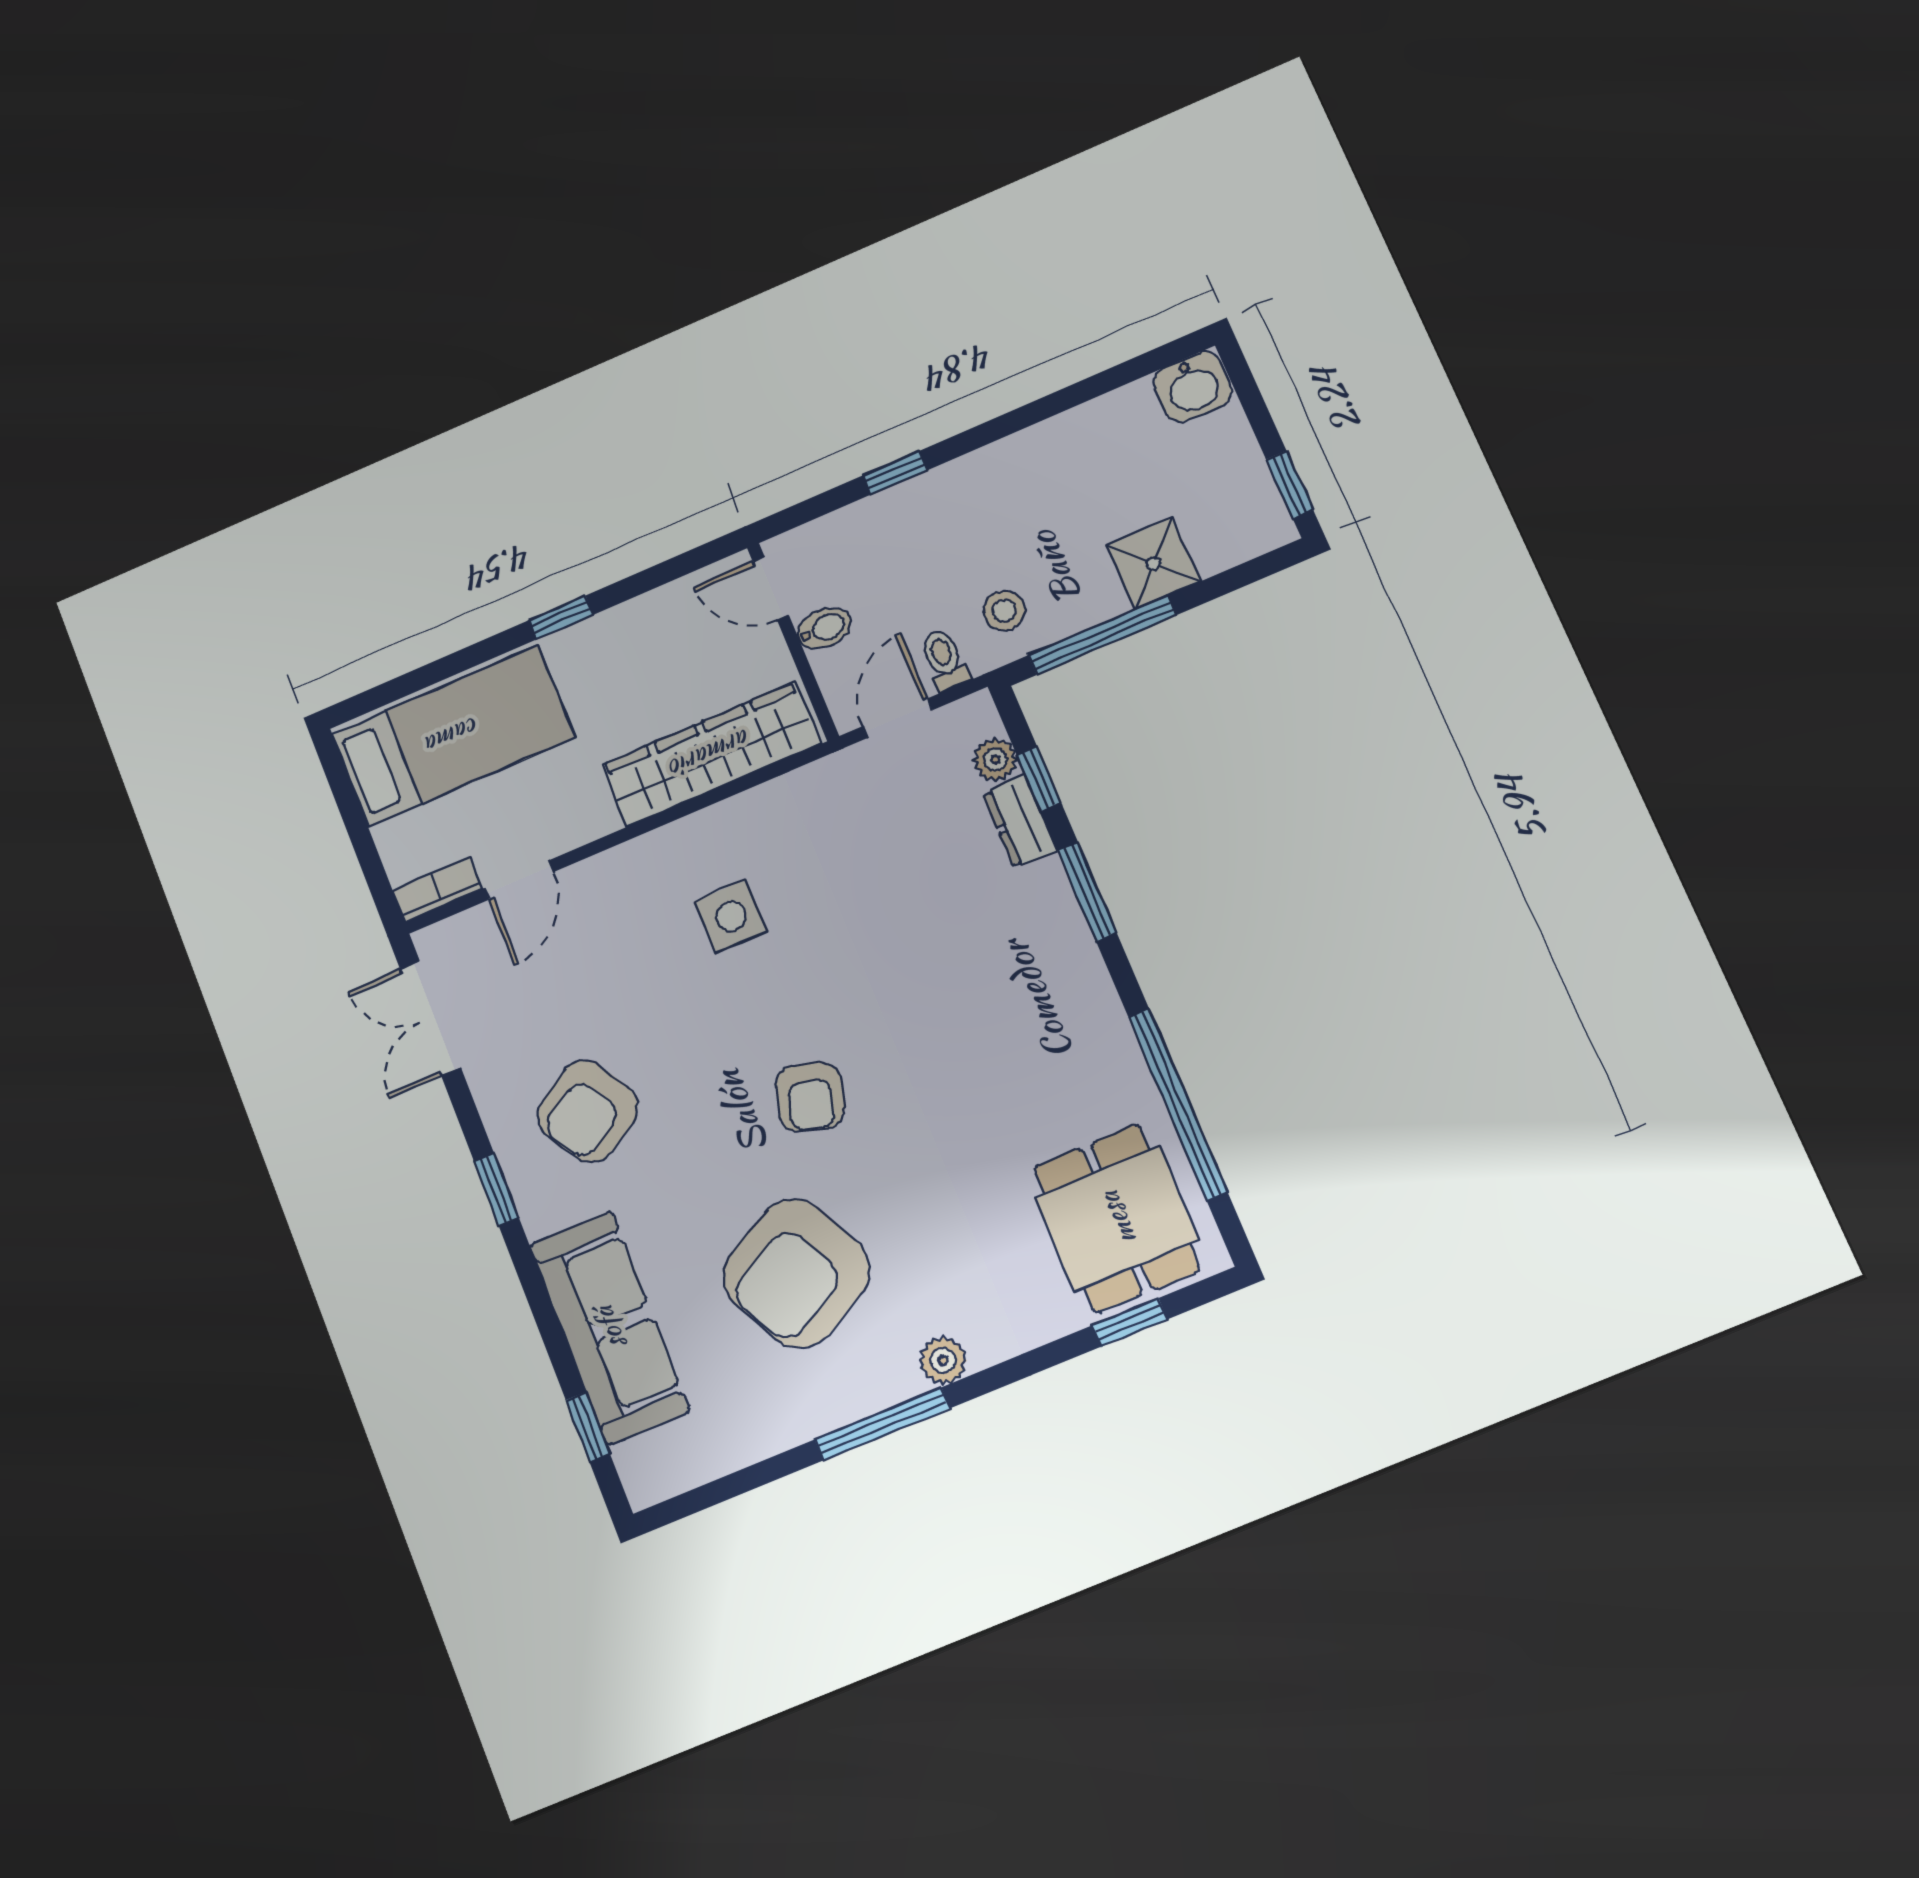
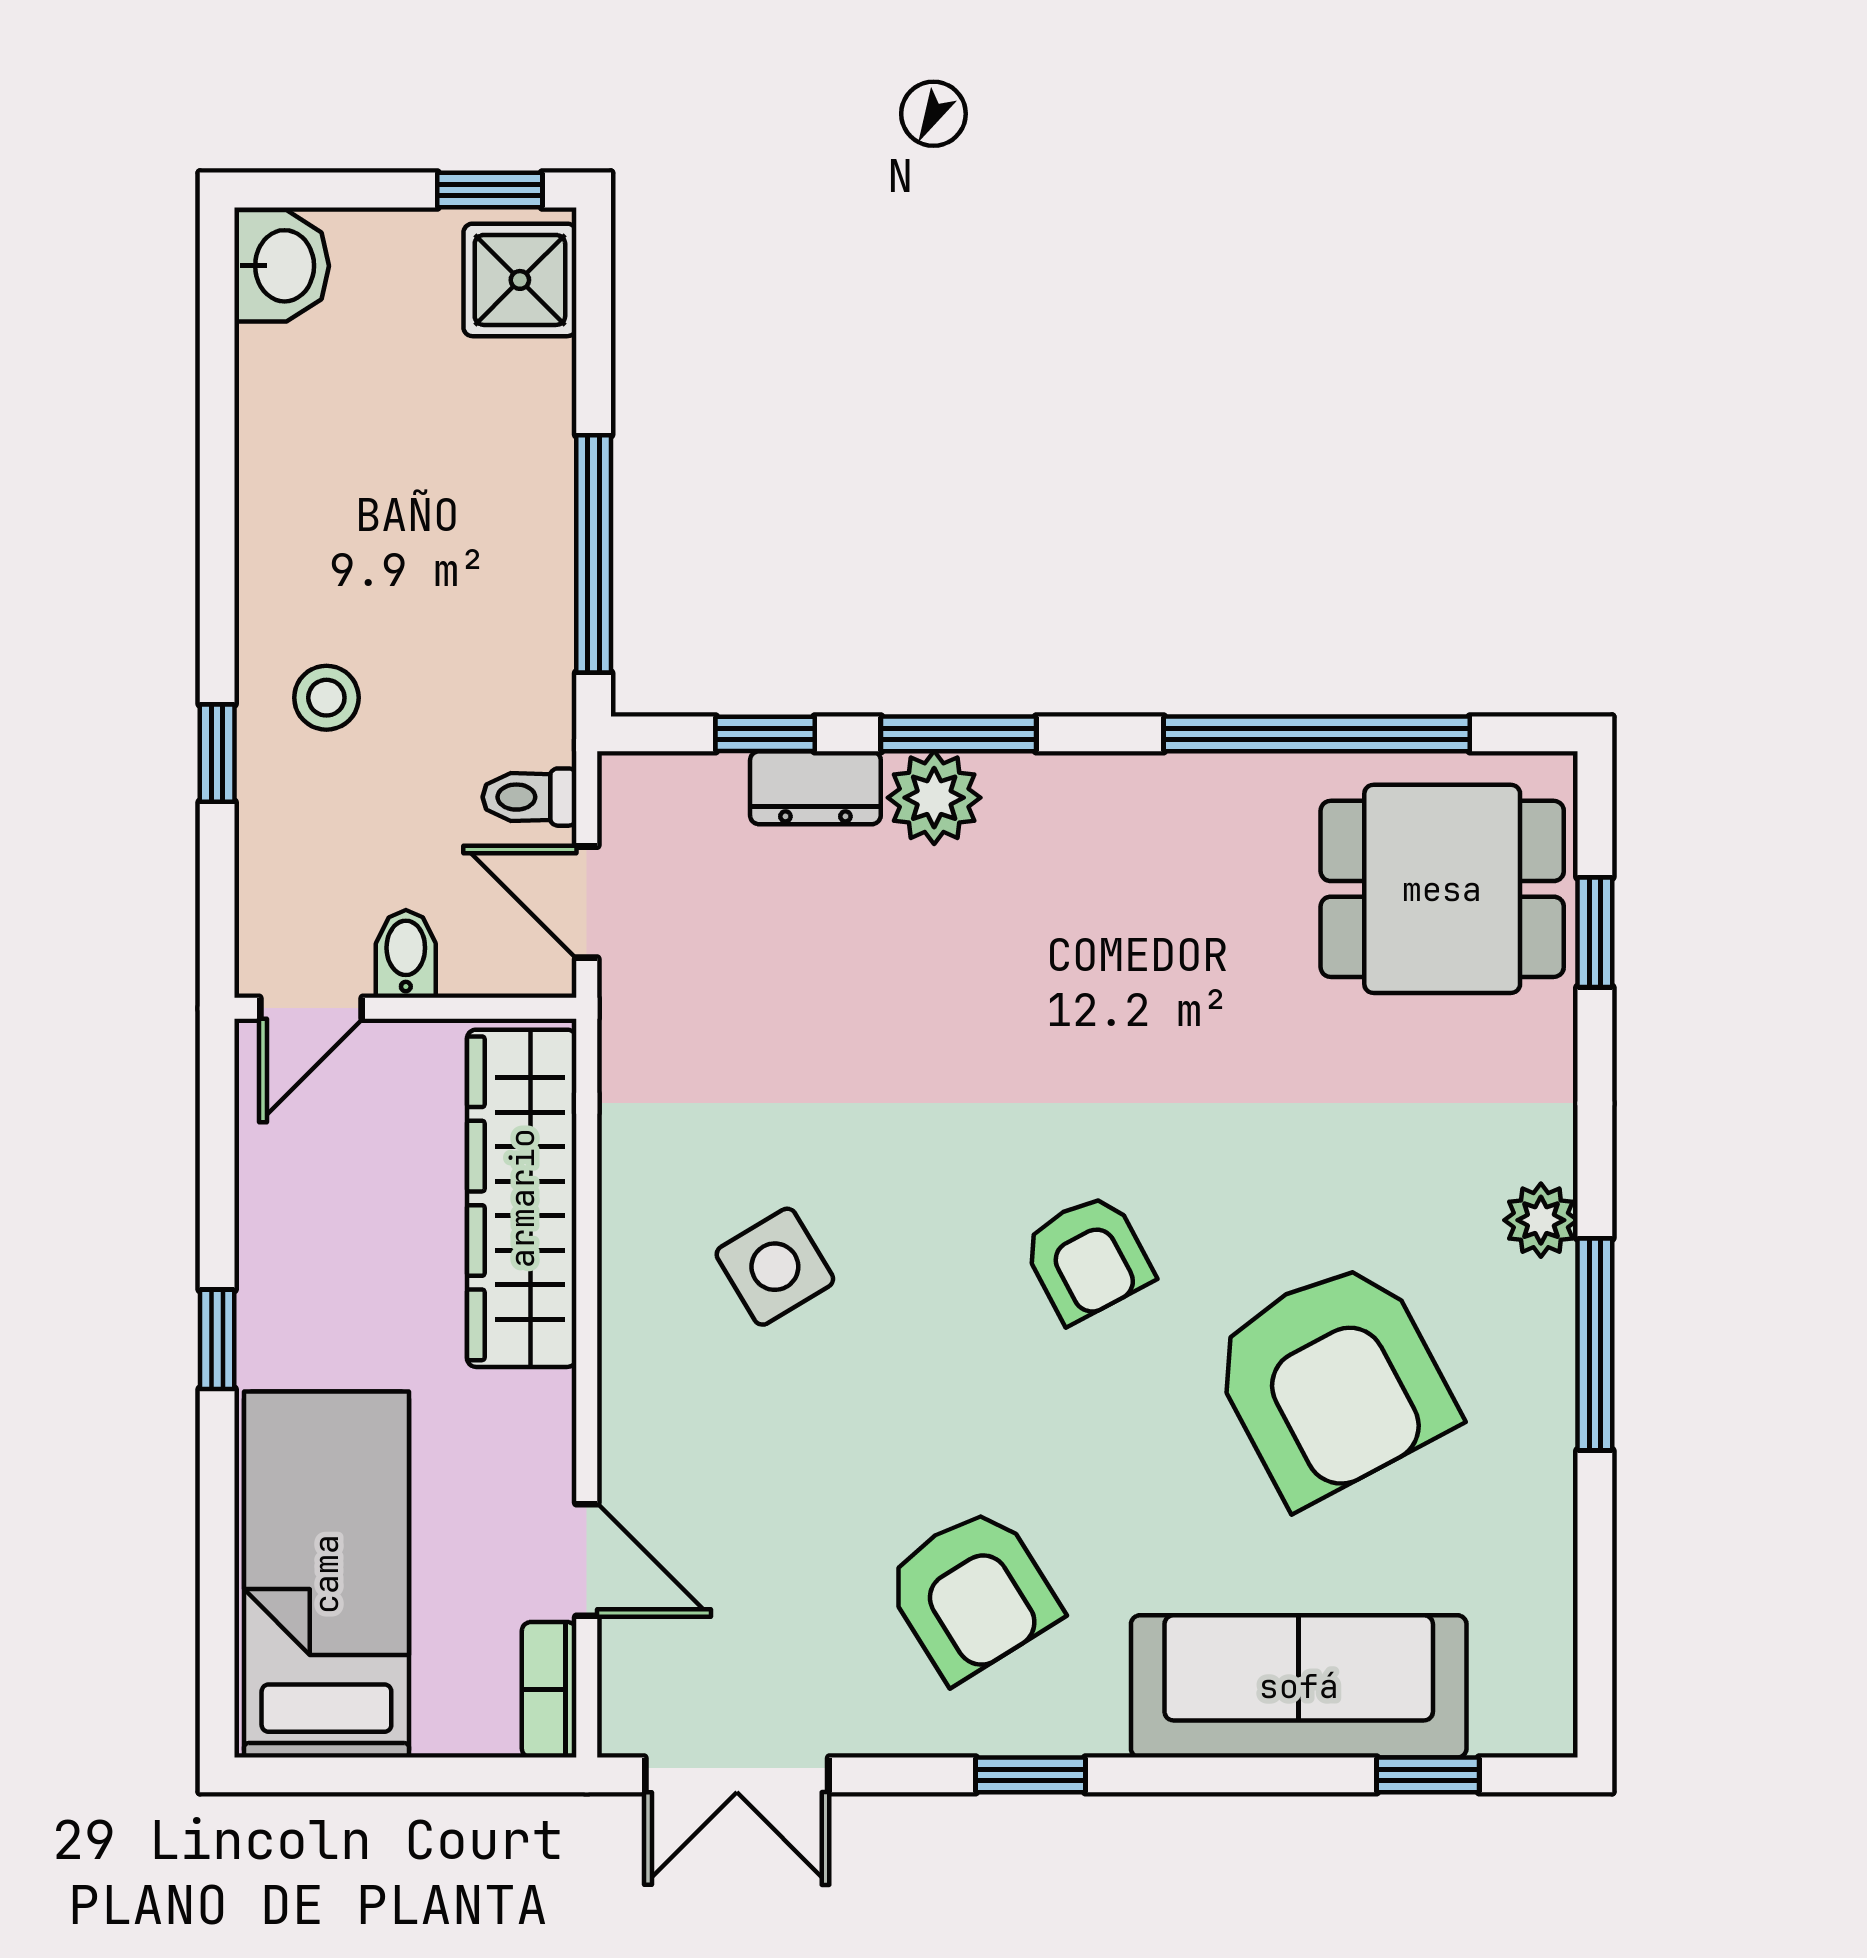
shower: (1153, 564) -> (520, 280), moved
stool: (1004, 611) -> (326, 698), moved
plant: (995, 760) -> (934, 798), moved, width x1.38, depth x1.38
side table: (731, 916) -> (775, 1267), turned -31
armchair: (810, 1097) -> (1087, 1258), turned 46

